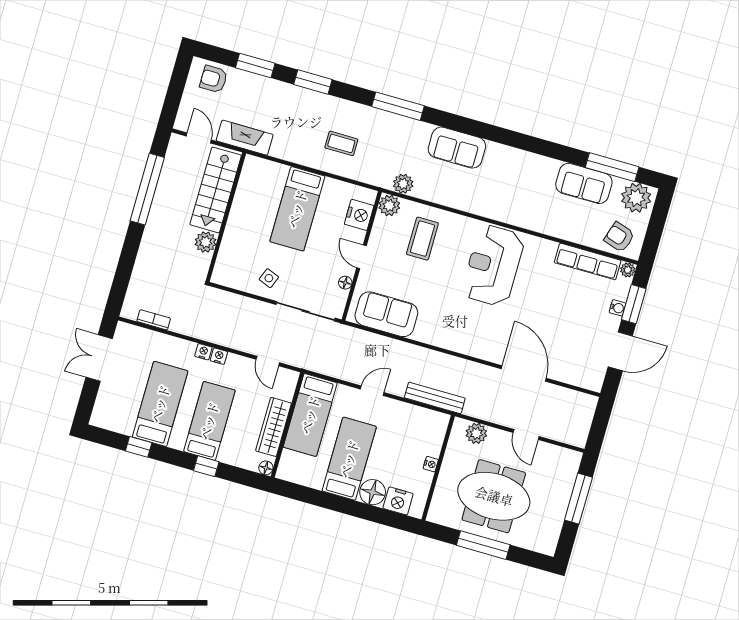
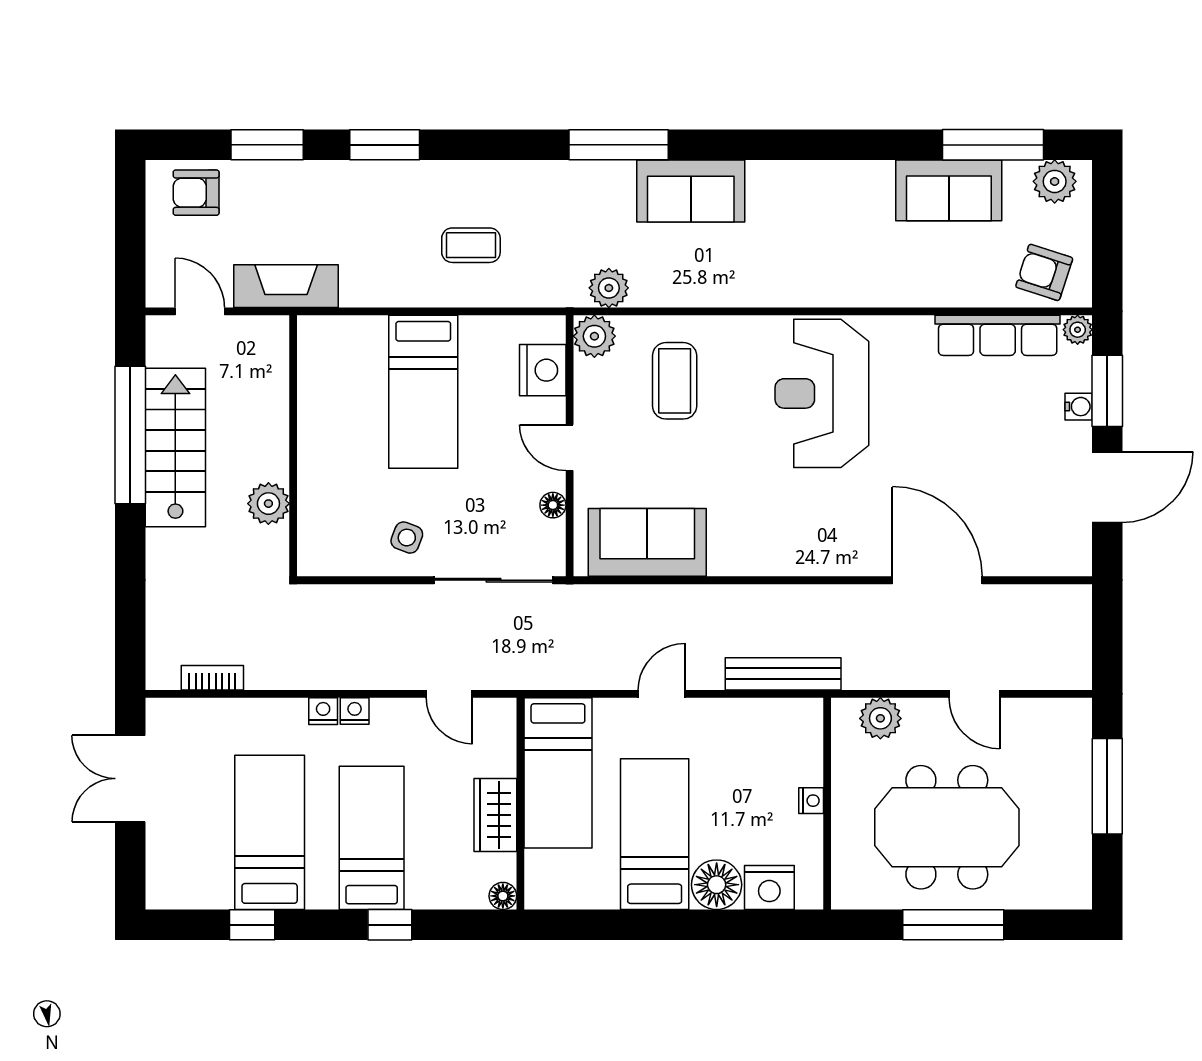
window: (398, 106) -> (619, 145), moved
stairs: (216, 190) -> (175, 448), moved, turned 180
plant: (636, 198) -> (1055, 181), width x0.73, depth x0.73
wardrobe: (274, 427) -> (495, 815), width x0.67

